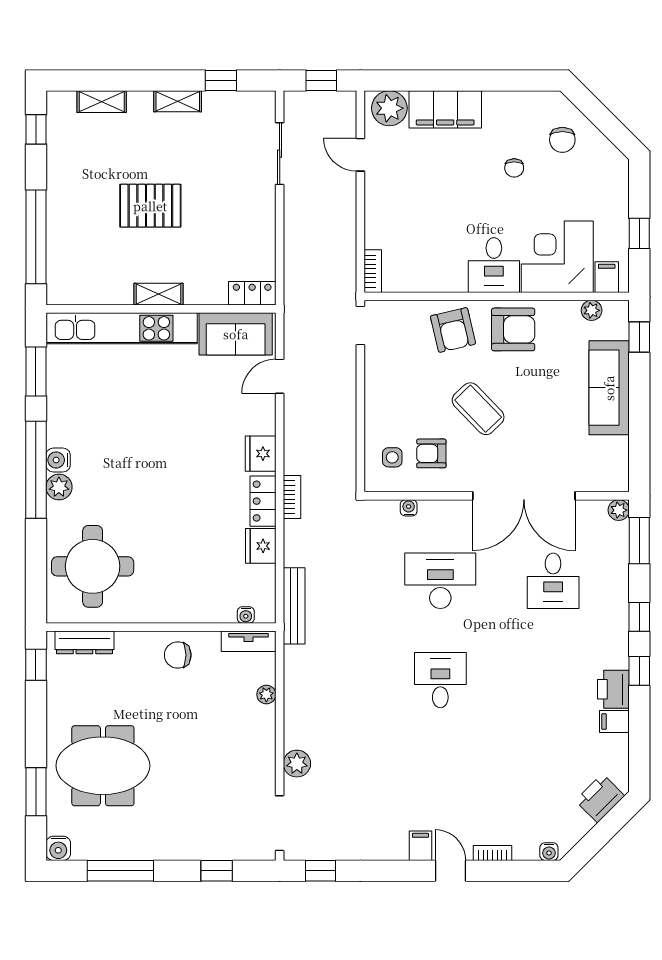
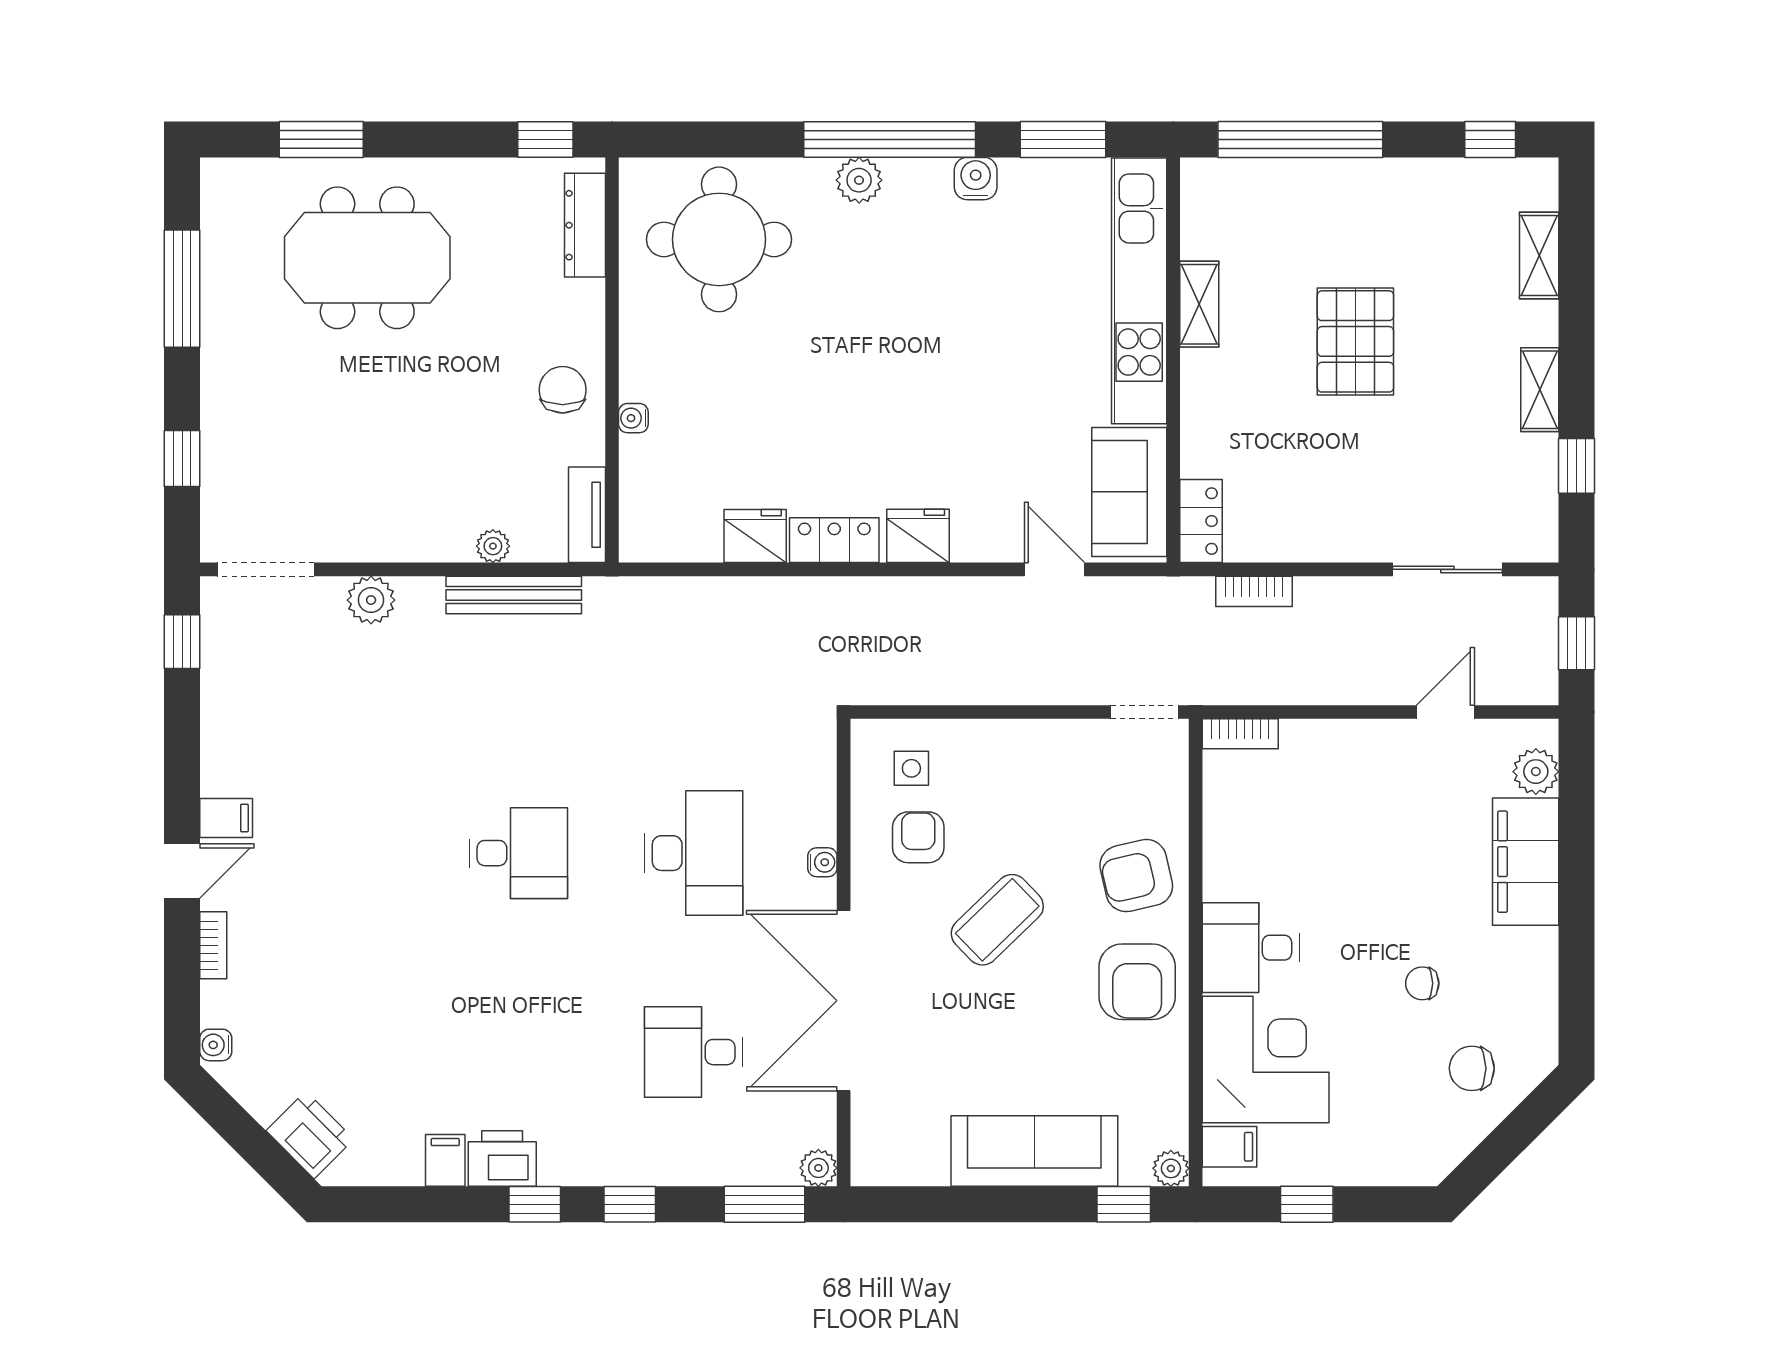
plant: (389, 108) -> (1536, 772), width x0.73, depth x0.73
shelving: (159, 294) -> (1199, 304), moved
plant: (592, 310) -> (1171, 1168), moved
water cooler: (58, 460) -> (976, 179), moved
bookcase: (292, 497) -> (1254, 591), moved
water cooler: (409, 508) -> (822, 862), moved
bench: (294, 606) -> (514, 595), moved
water cooler: (246, 615) -> (633, 418), moved
meeting table: (103, 766) -> (367, 258), turned 90
water cooler: (58, 848) -> (221, 179), removed

